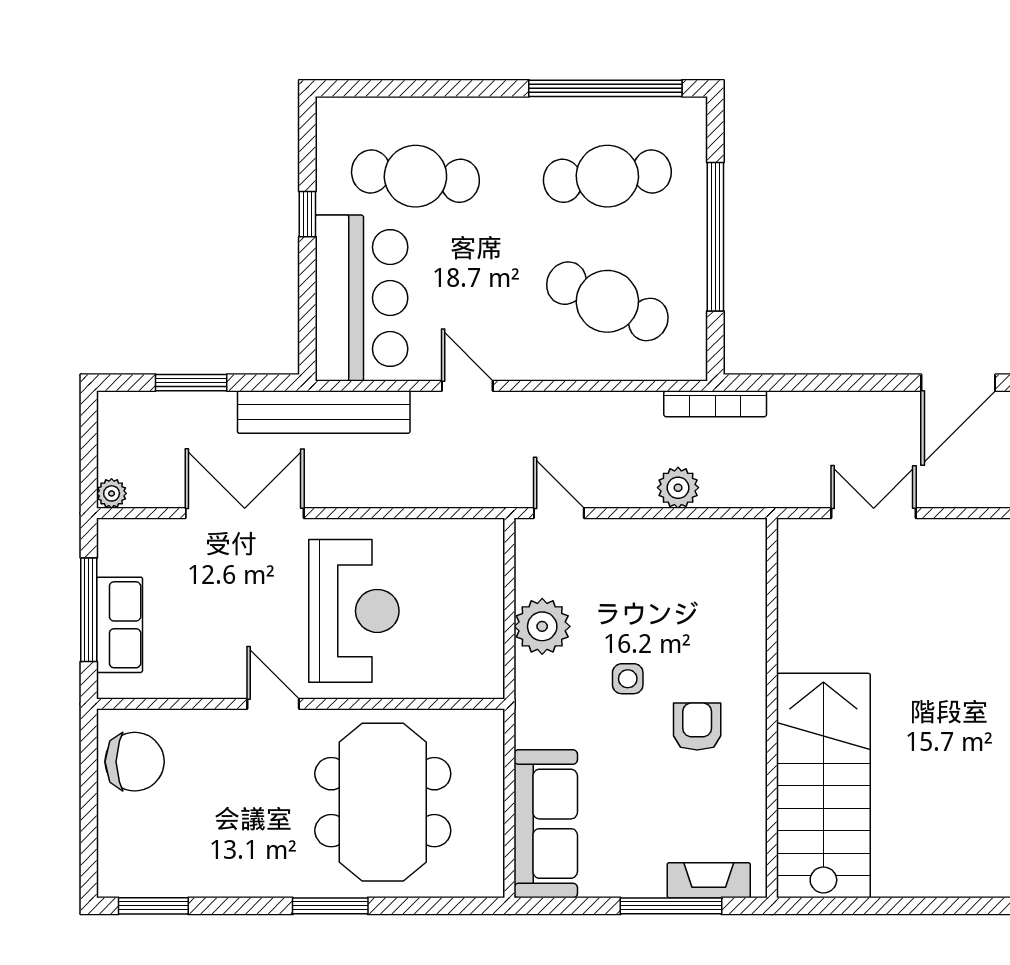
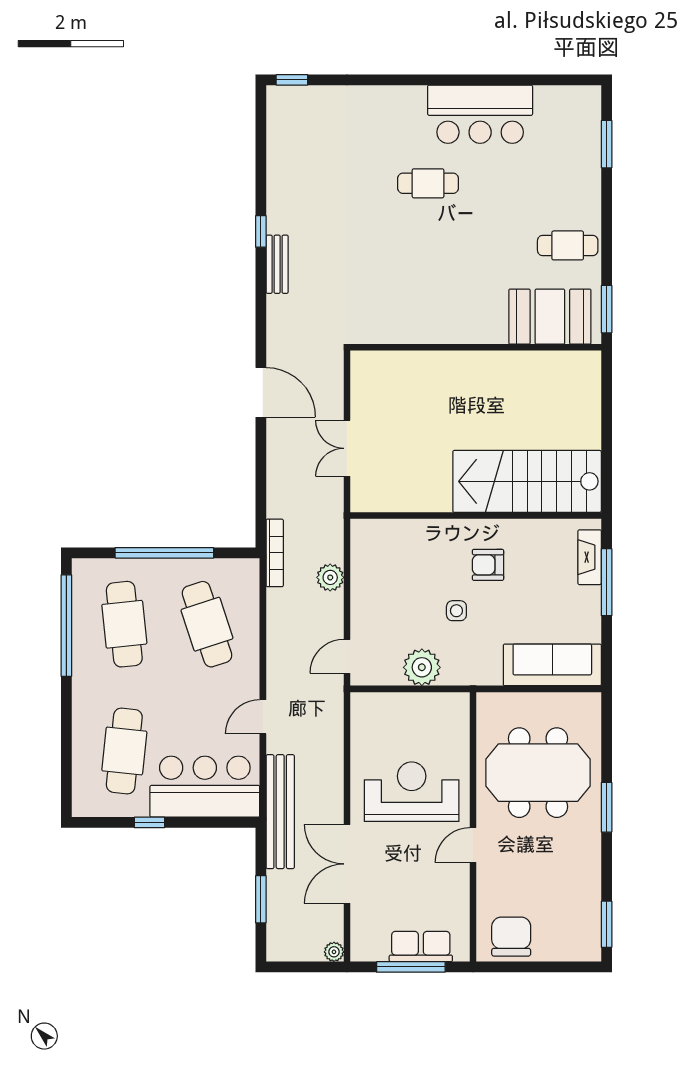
cafe table: (607, 301) -> (207, 624), turned -42

